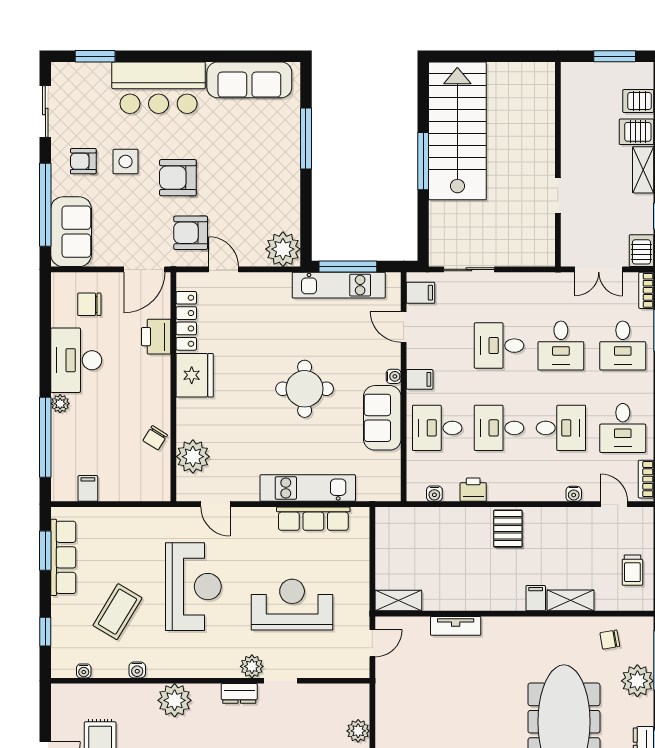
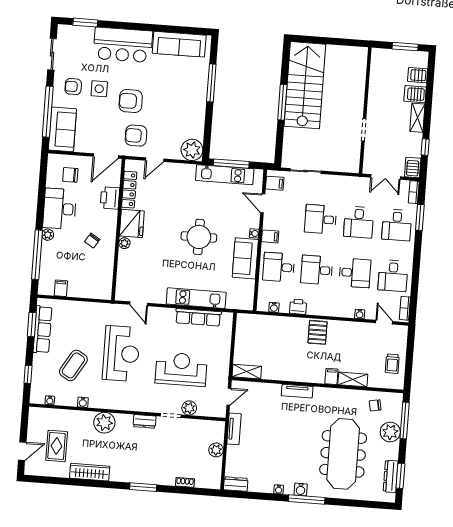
door: (224, 269) -> (155, 160), swing flipped
chair: (155, 438) -> (92, 241), moved
plant: (193, 457) -> (124, 243), moved, width x0.53, depth x0.53
tv unit: (456, 626) -> (297, 391), moved
plant: (252, 666) -> (189, 408), moved
tv unit: (385, 695) -> (234, 429), added

